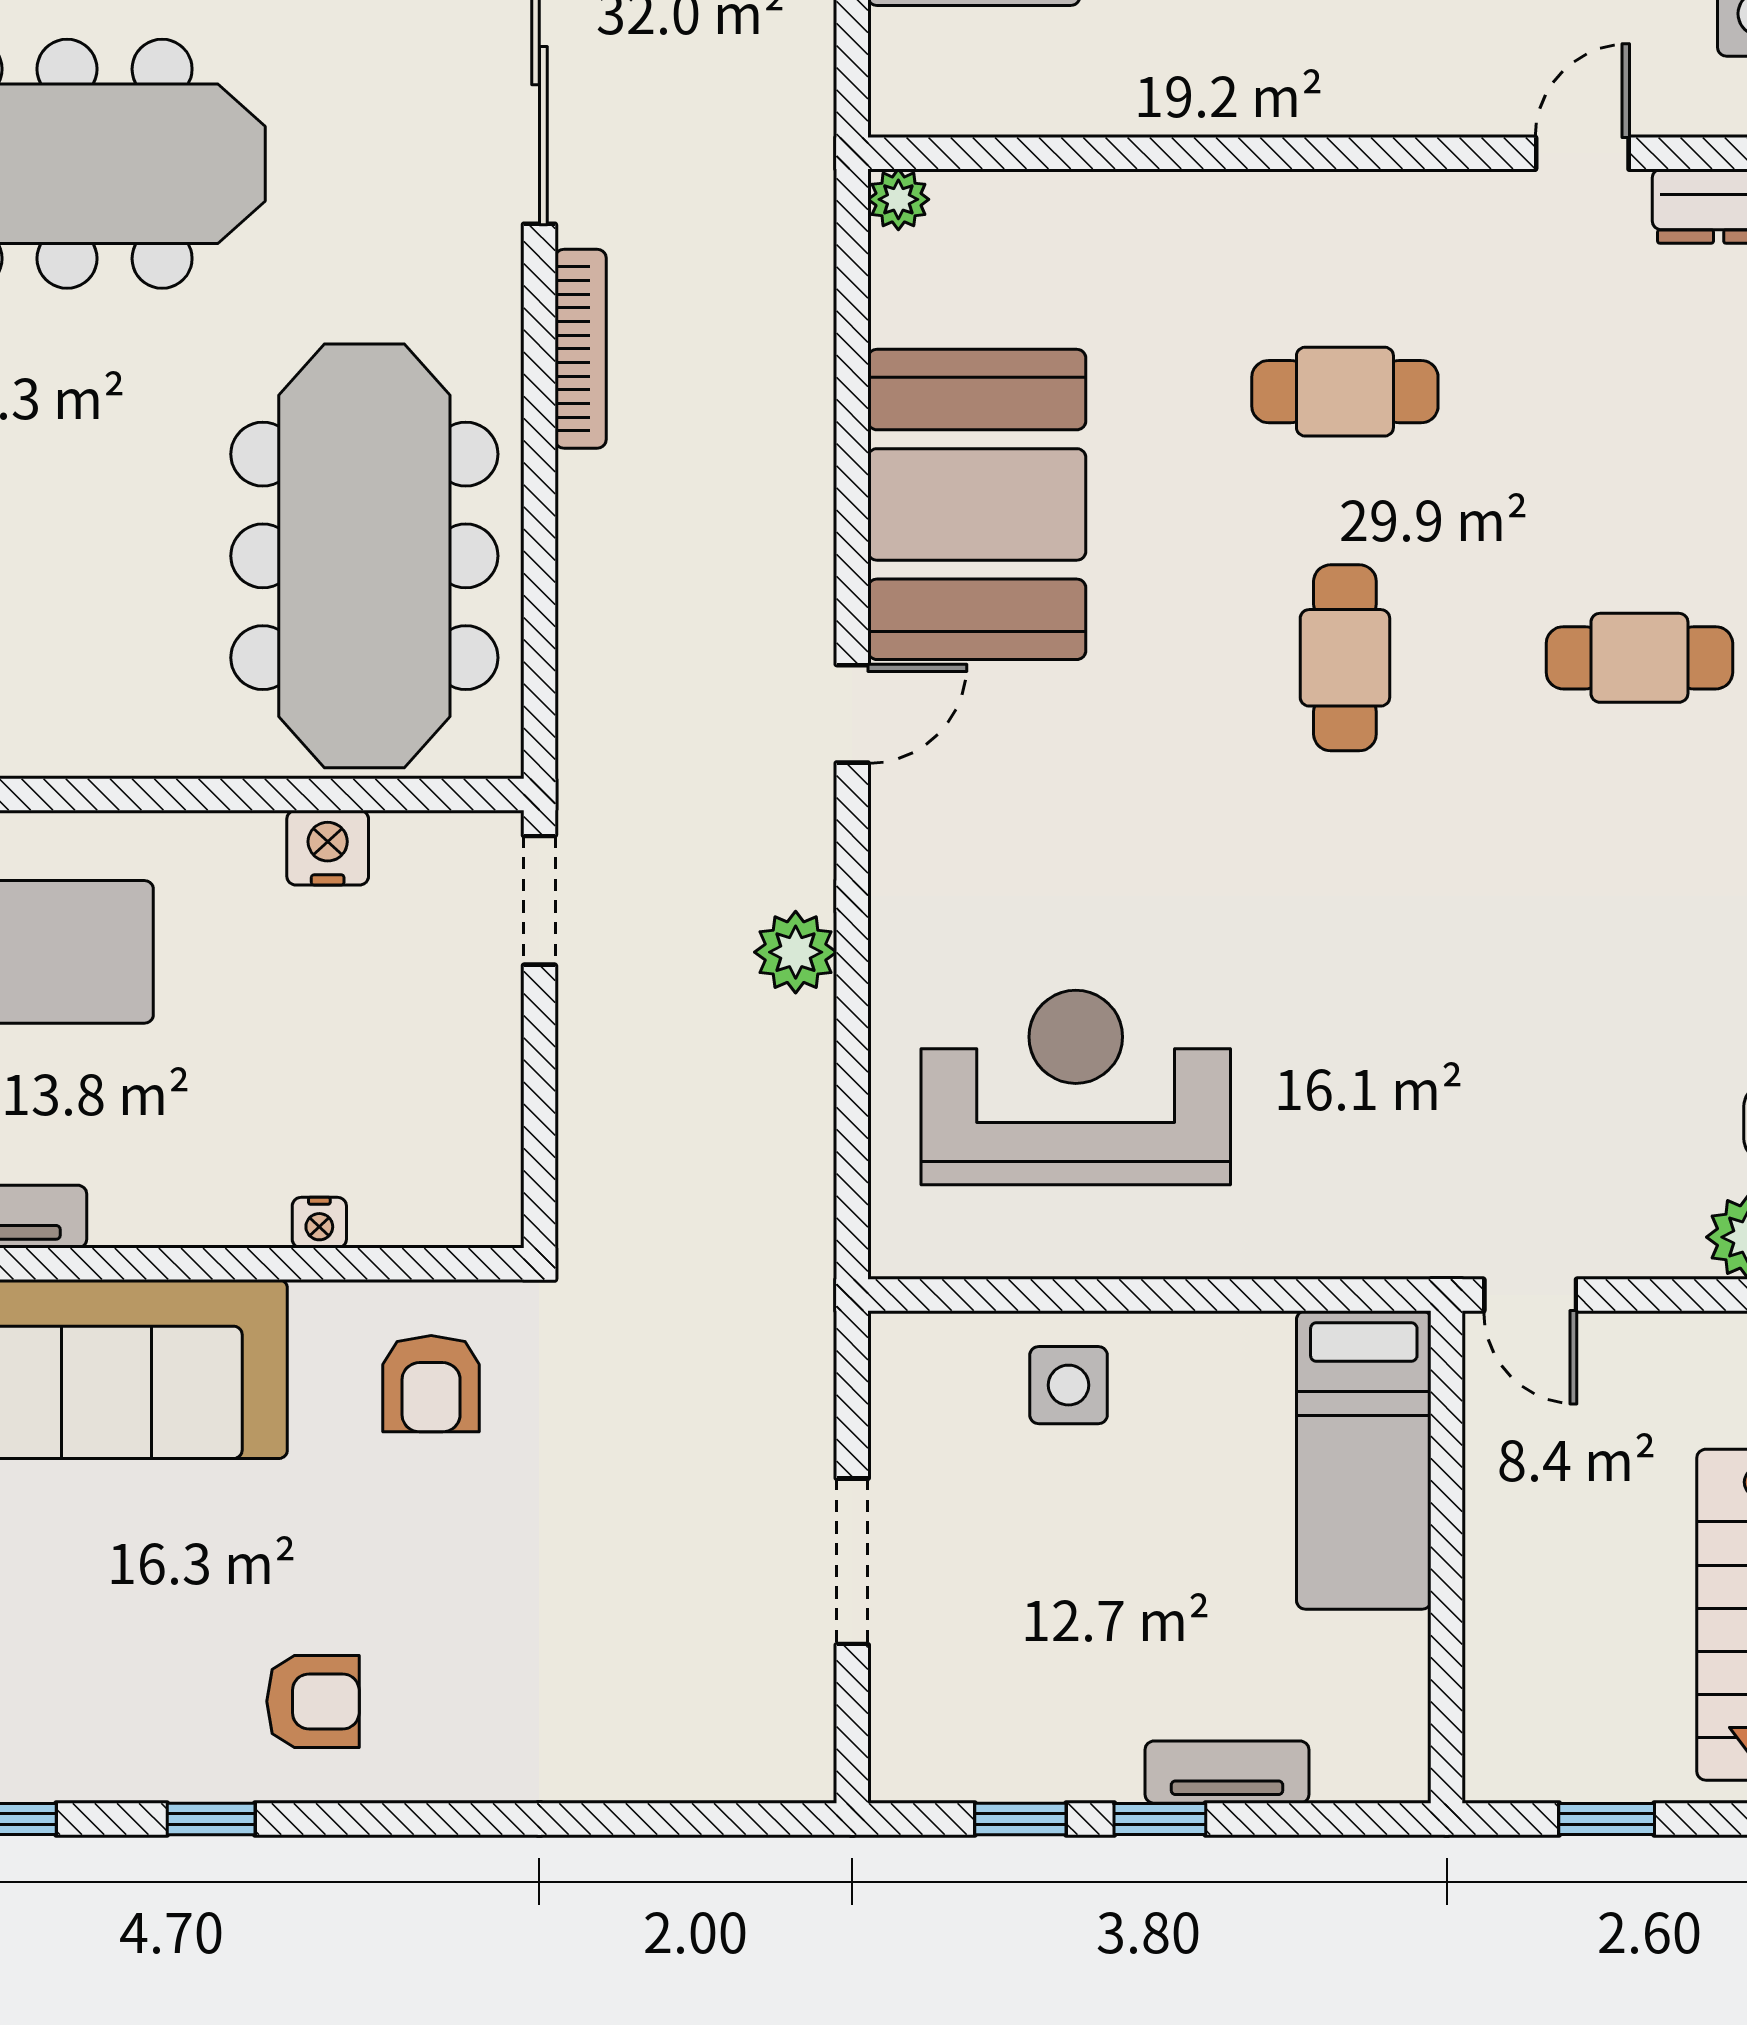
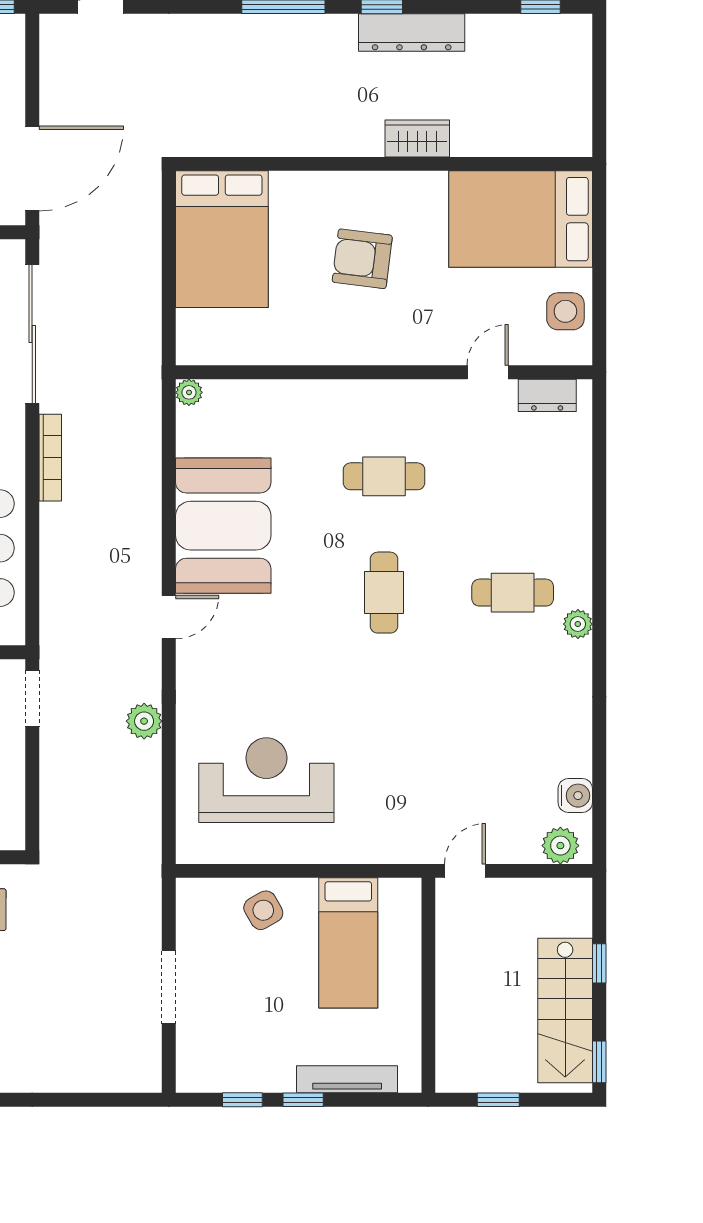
door: (1530, 1295) -> (465, 871), swing flipped
side table: (1069, 1385) -> (263, 910), turned -30
bed: (1364, 1460) -> (348, 943), moved
tv unit: (1227, 1772) -> (347, 1079), width x1.41

